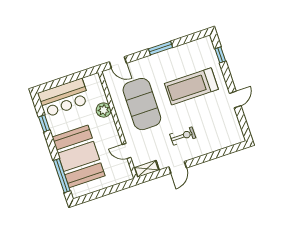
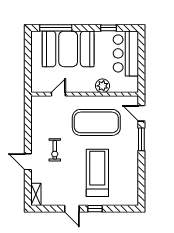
window: (160, 48) -> (141, 139), moved
window: (220, 55) -> (95, 209), moved
door: (118, 62) -> (141, 113), hinge flipped
door: (178, 167) -> (28, 162), moved
shelving: (147, 169) -> (36, 194), moved

